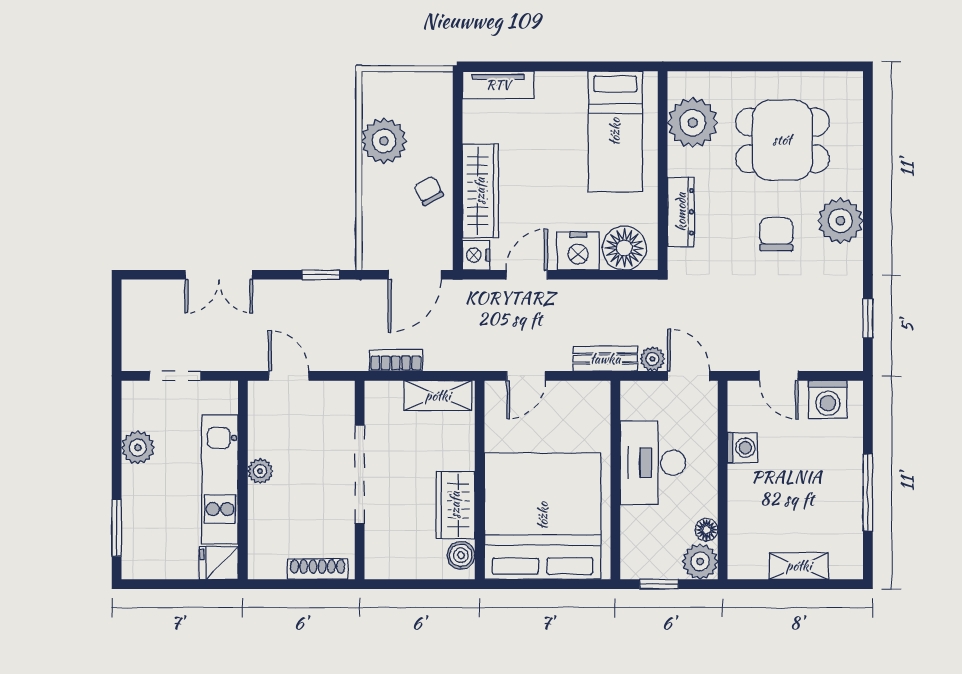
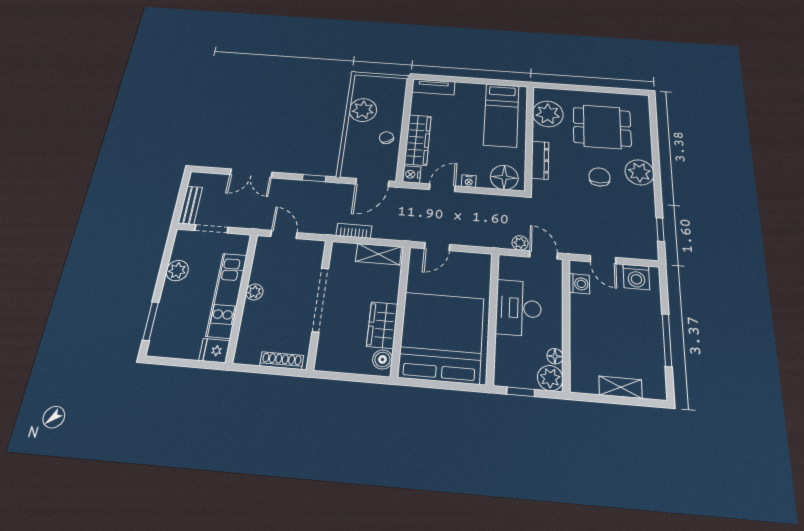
nightstand: (578, 251) -> (469, 181), width x0.53, depth x0.56
bench: (605, 359) -> (190, 205), moved, turned 90
washing machine: (742, 448) -> (579, 284), moved

